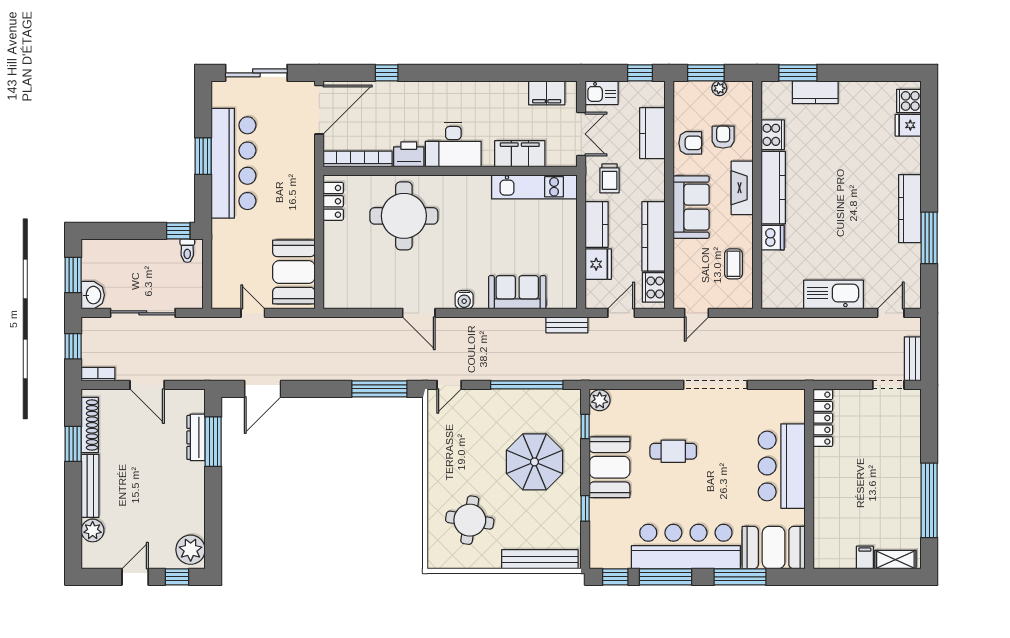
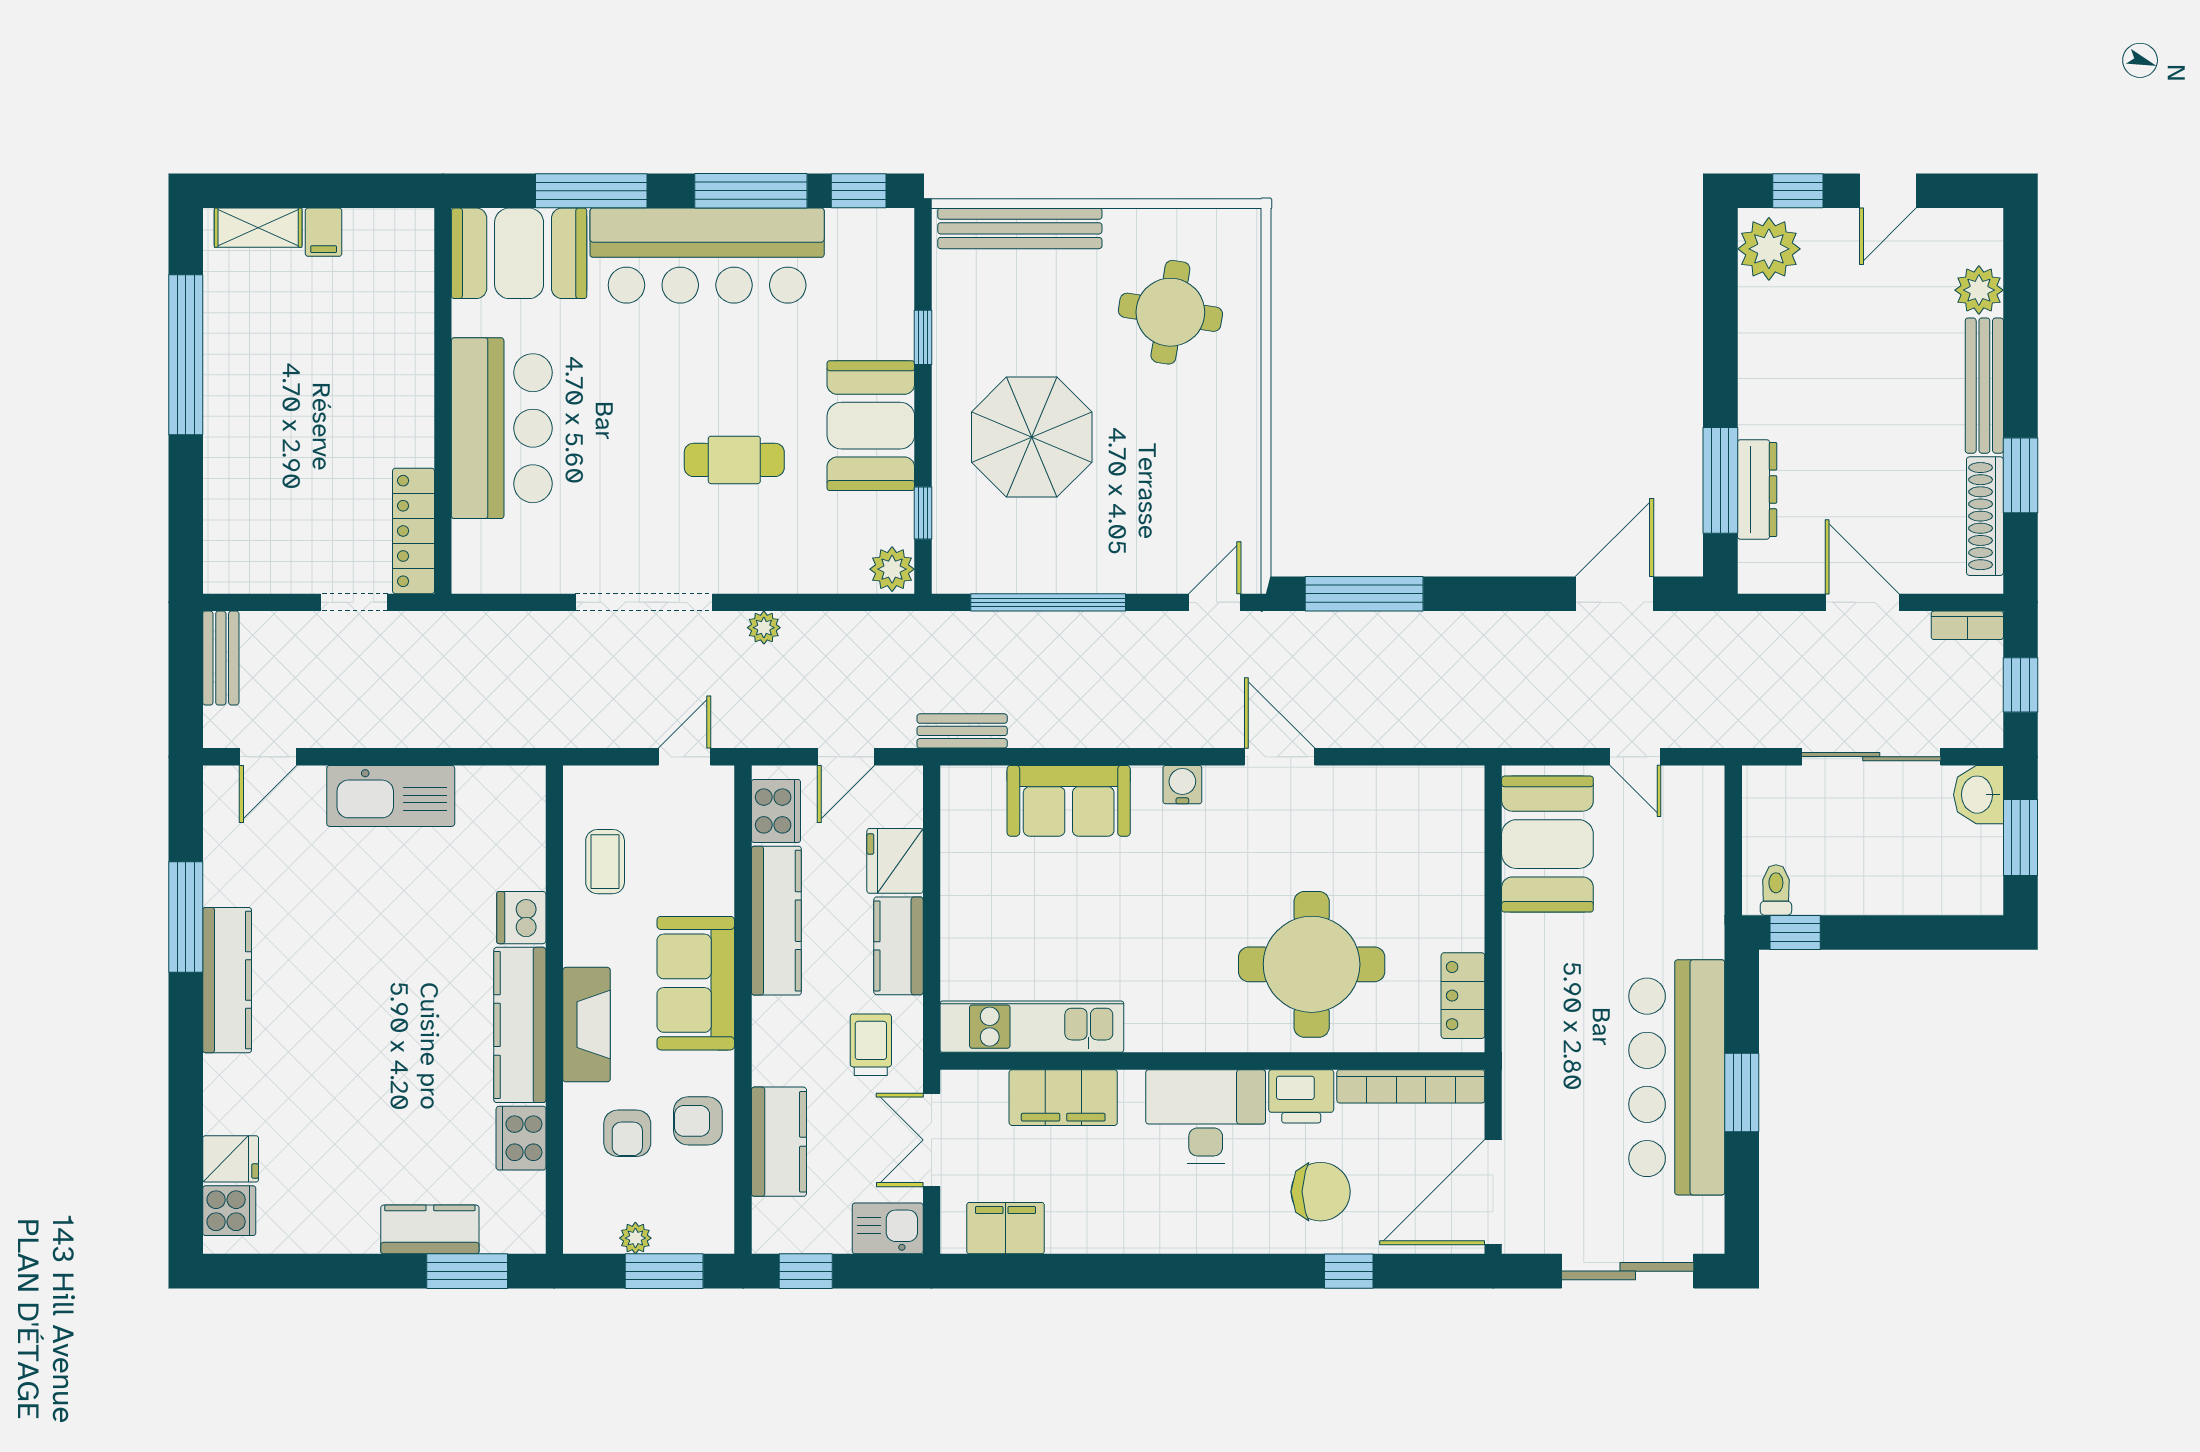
chair: (400, 110) -> (1321, 1192), added
plant: (659, 373) -> (764, 628), added
doorway: (888, 385) -> (354, 602), moved

